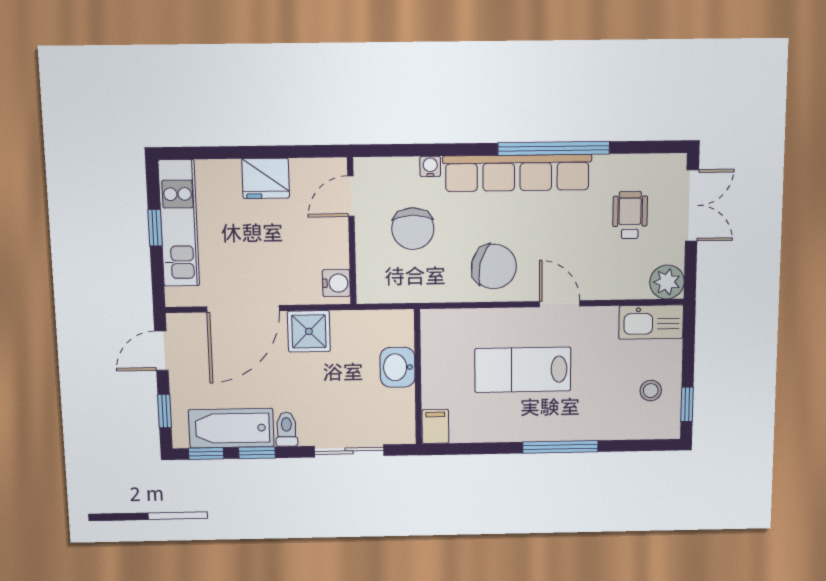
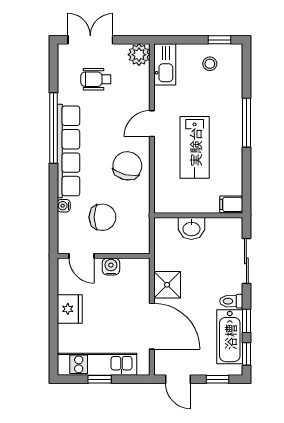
water cooler: (336, 283) -> (111, 266), moved

